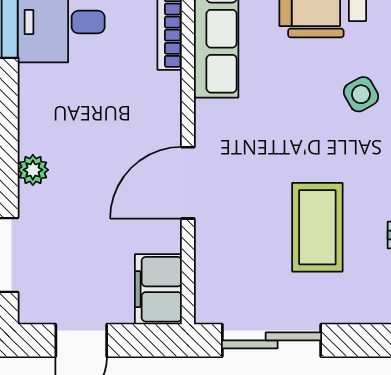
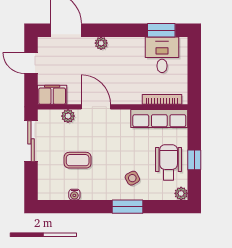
coffee table: (317, 227) -> (78, 160), width x0.73, depth x0.77
plant: (210, 250) -> (68, 116), added

